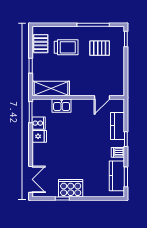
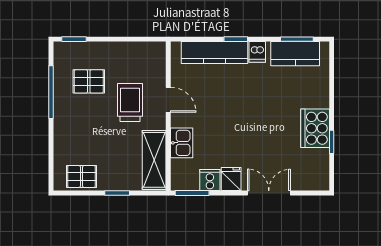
trolley: (66, 47) -> (130, 103), moved
pallet: (100, 48) -> (89, 81), turned 90
door: (102, 97) -> (168, 100), moved
kitchen counter: (118, 126) -> (214, 53), width x1.50
double door: (31, 179) -> (269, 193), moved

